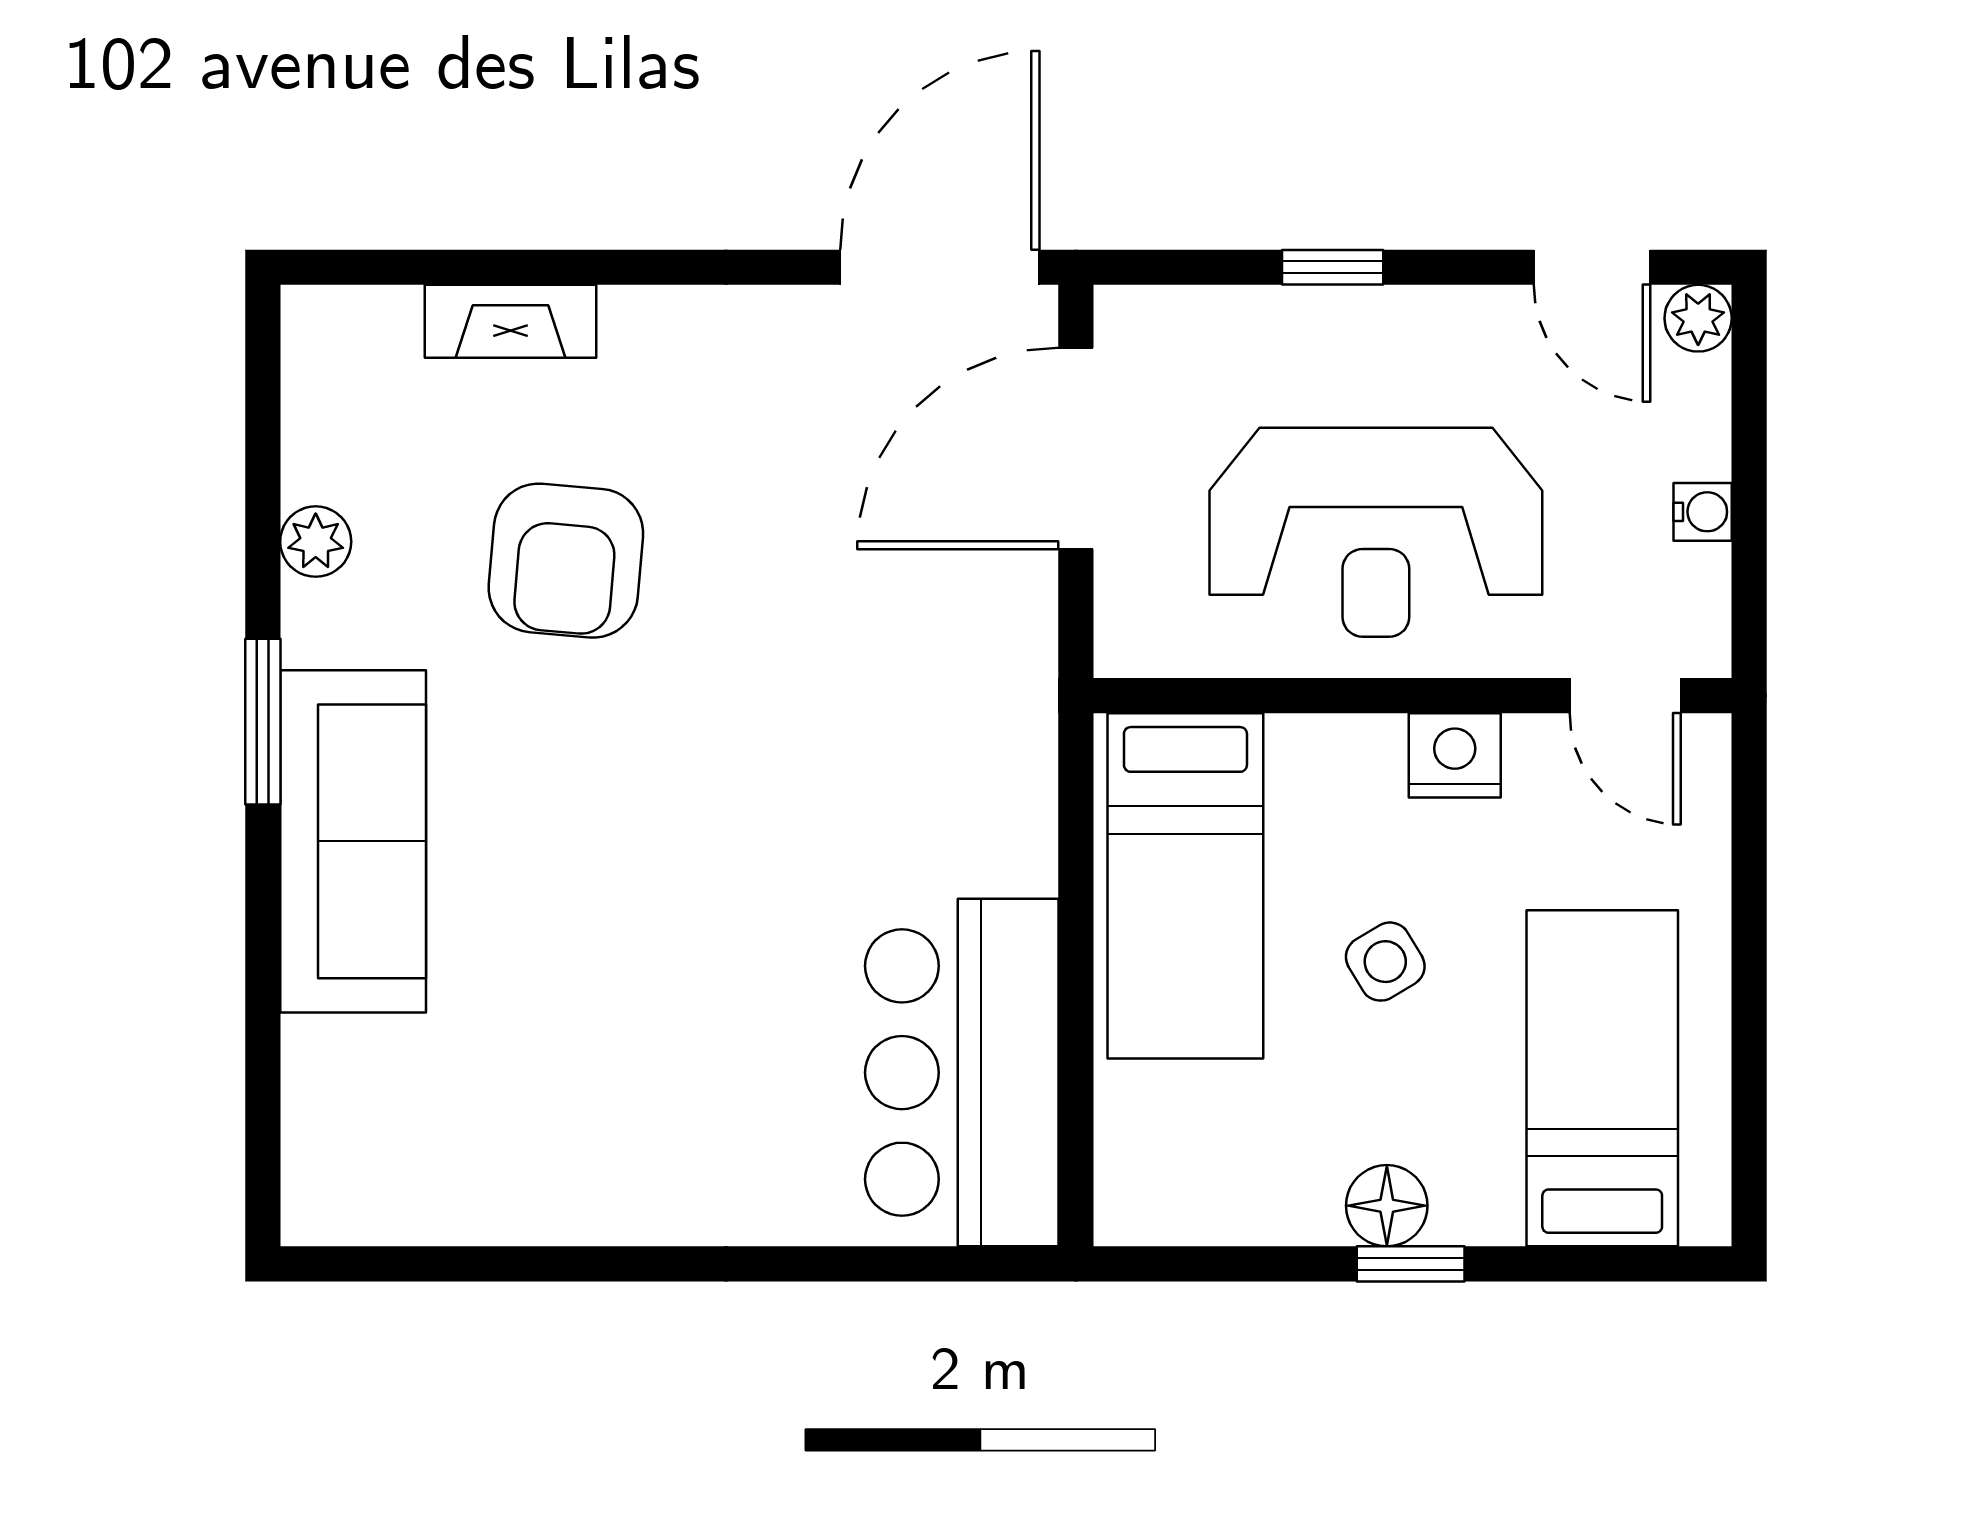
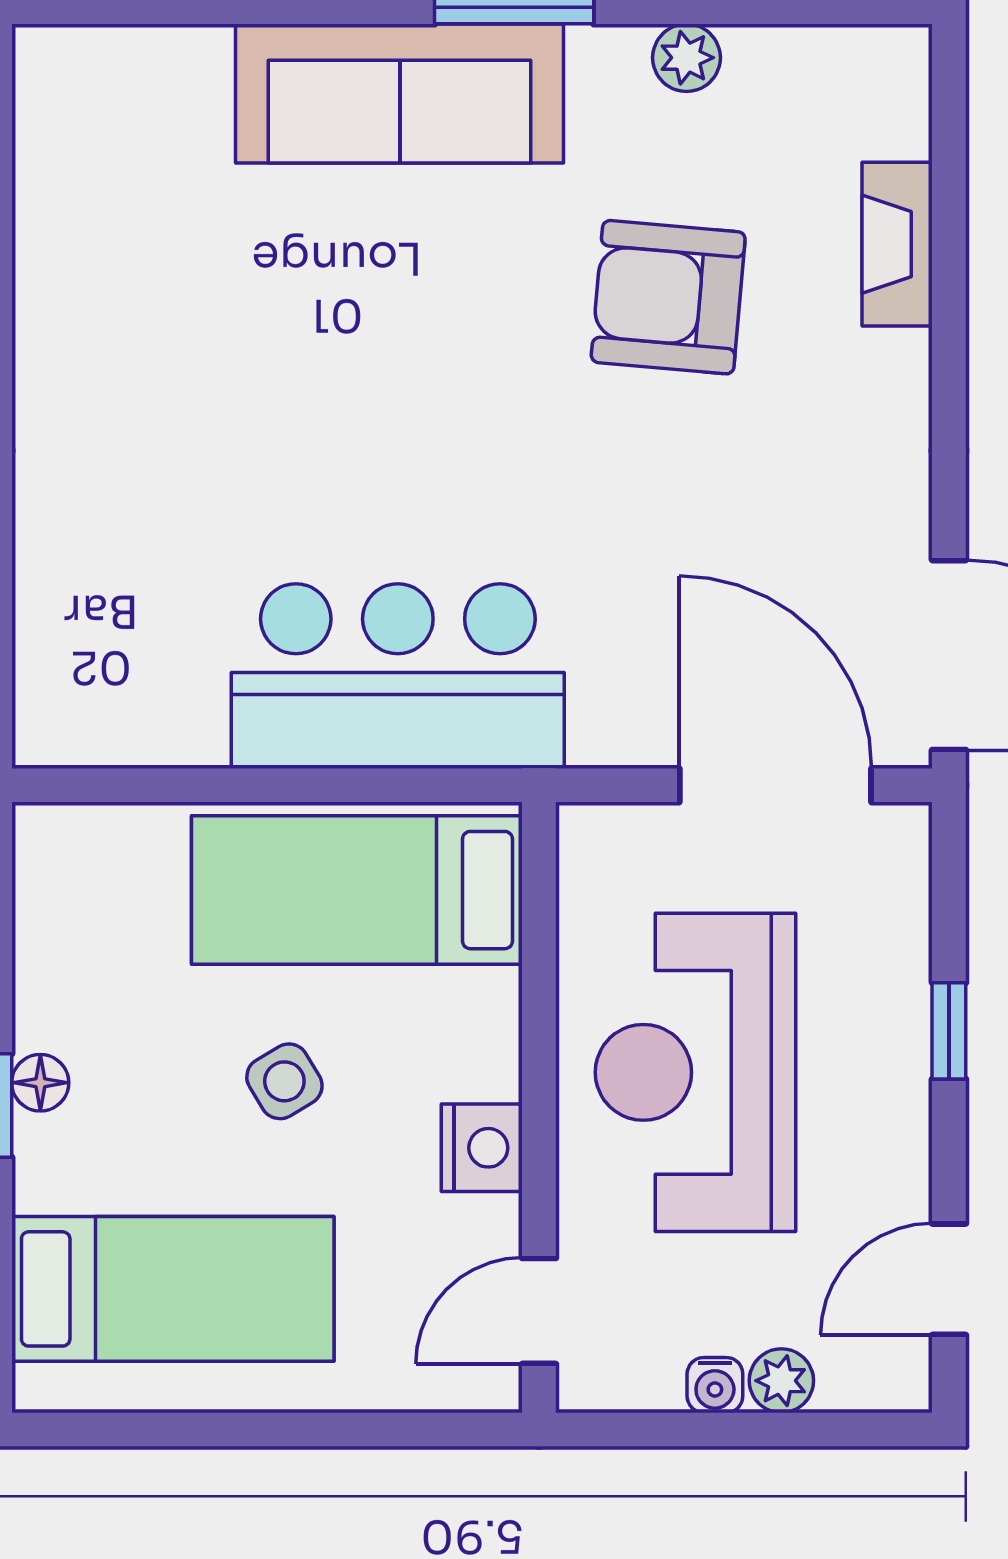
plant: (1698, 318) -> (781, 1381), moved
bar counter: (962, 1073) -> (398, 676), moved
floor lamp: (1387, 1206) -> (40, 1083), width x0.73, depth x0.73

